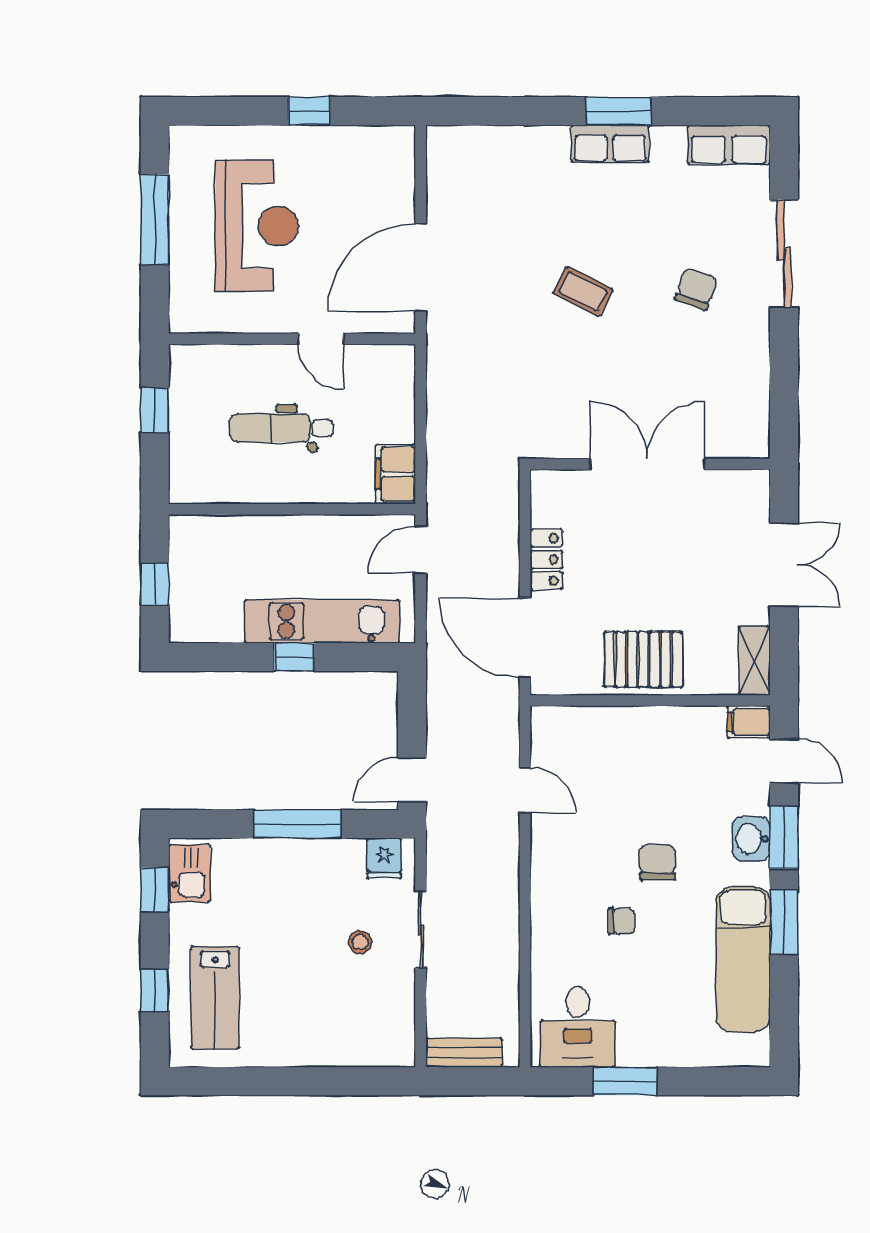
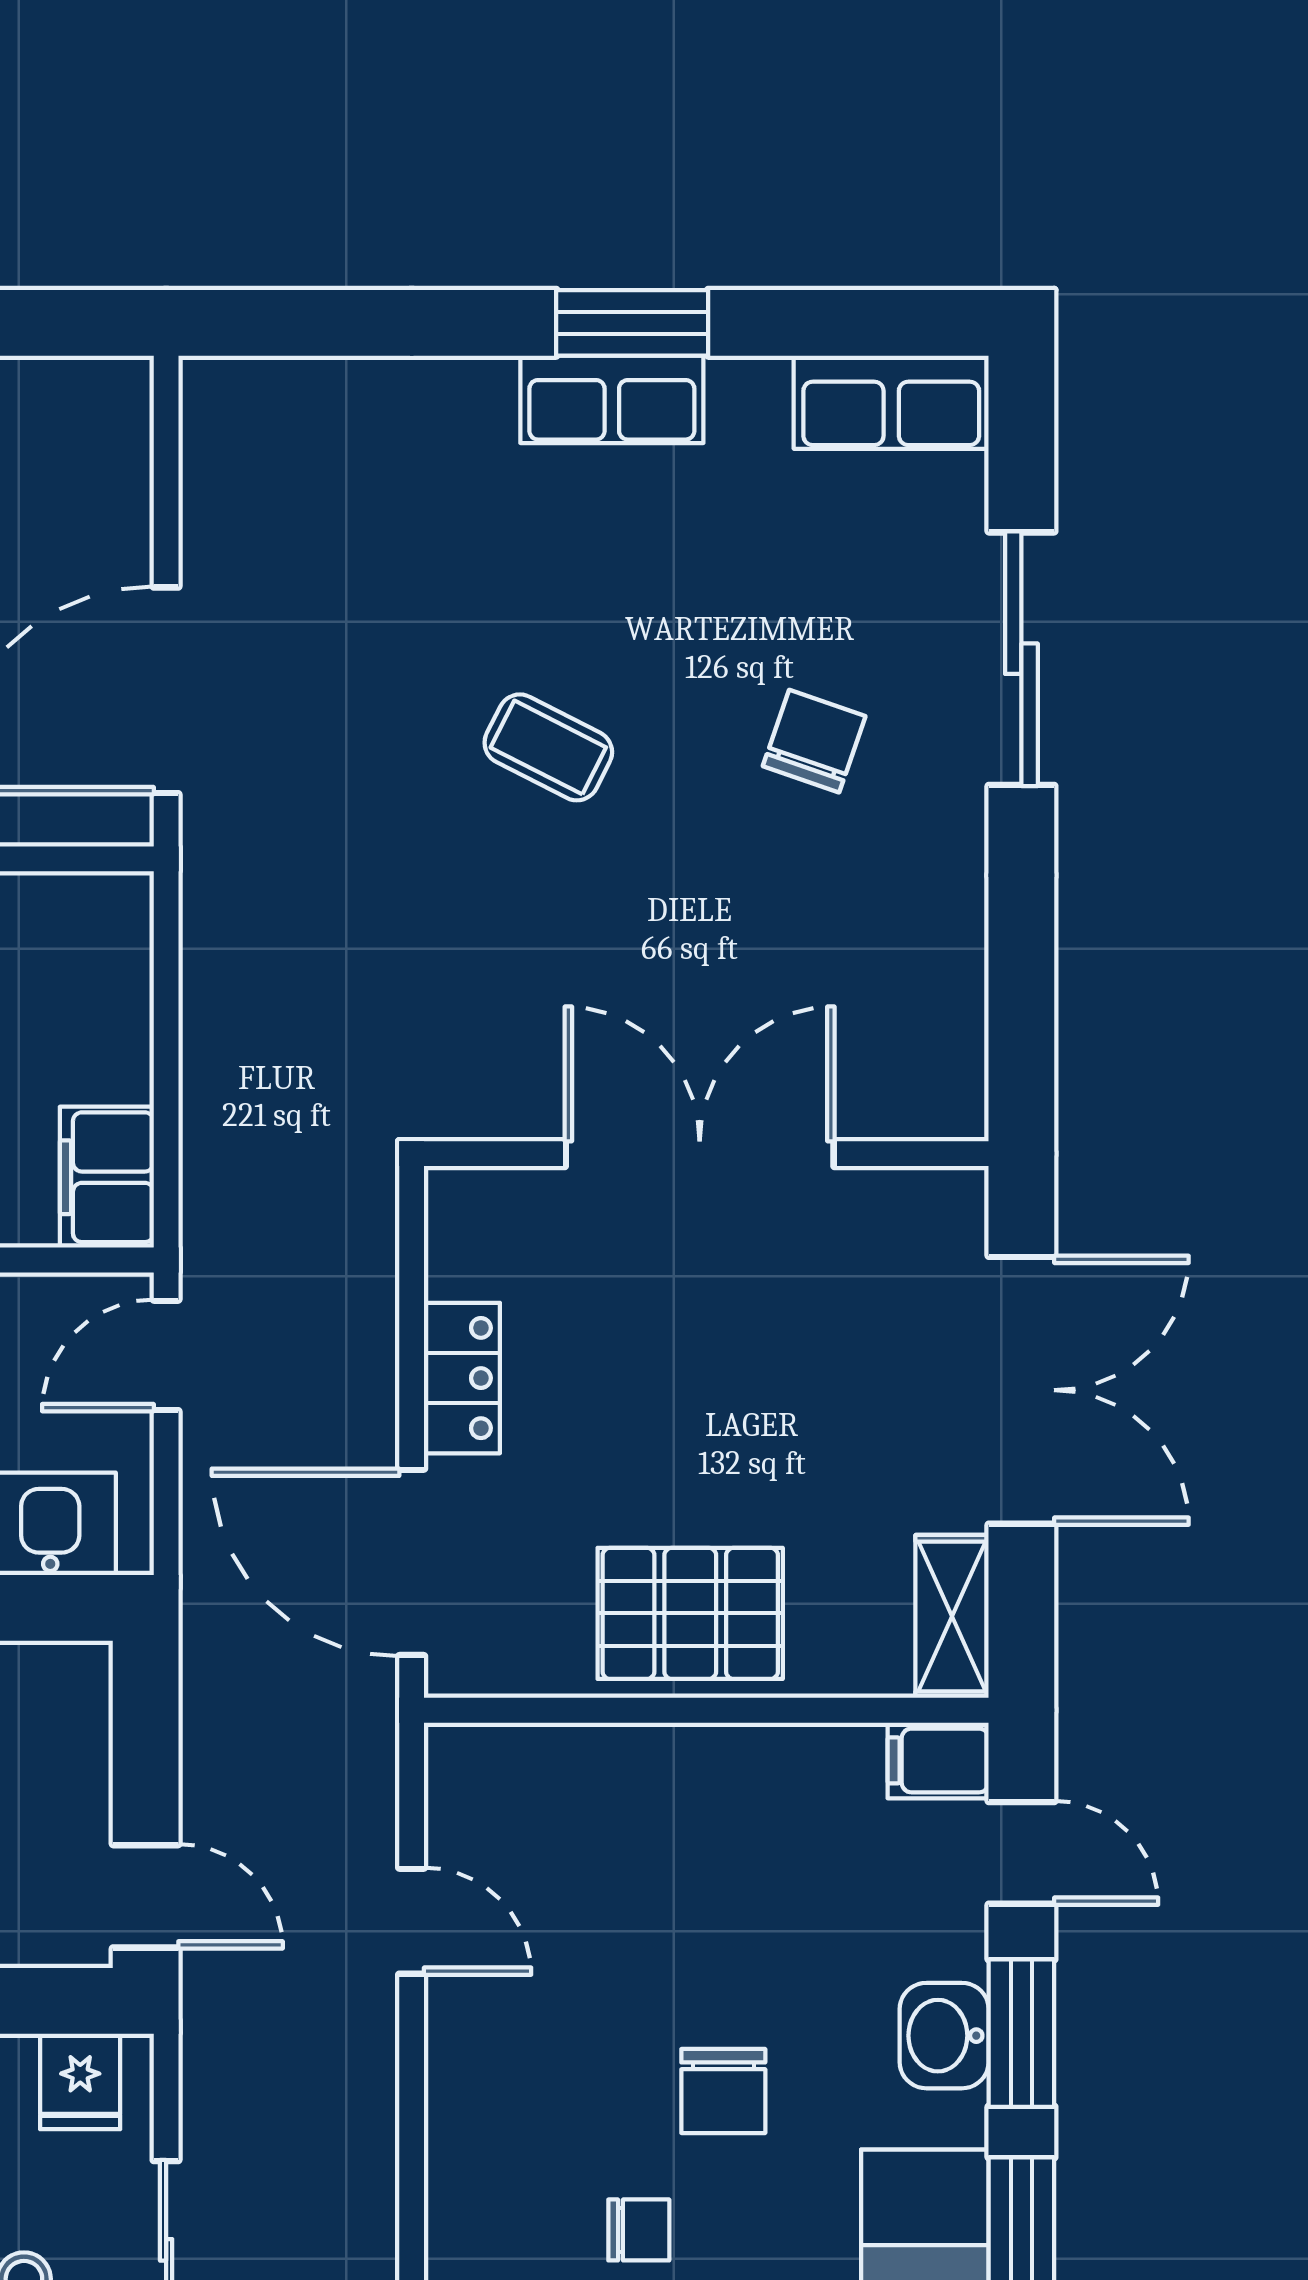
double door: (784, 565) -> (1021, 1390), width x1.37
door: (412, 780) -> (146, 1896), swing flipped
chair: (657, 862) -> (723, 2091), turned 180

